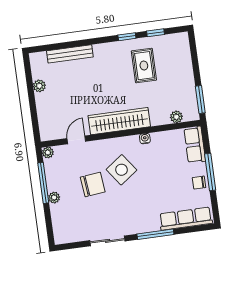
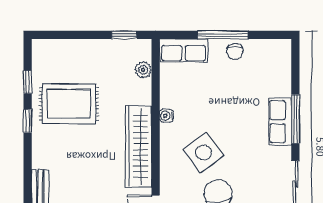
rug: (144, 66) -> (69, 104), width x1.36, depth x1.43
window: (200, 99) -> (124, 35), width x0.67
row of seats: (186, 219) -> (280, 122), moved, width x0.68

